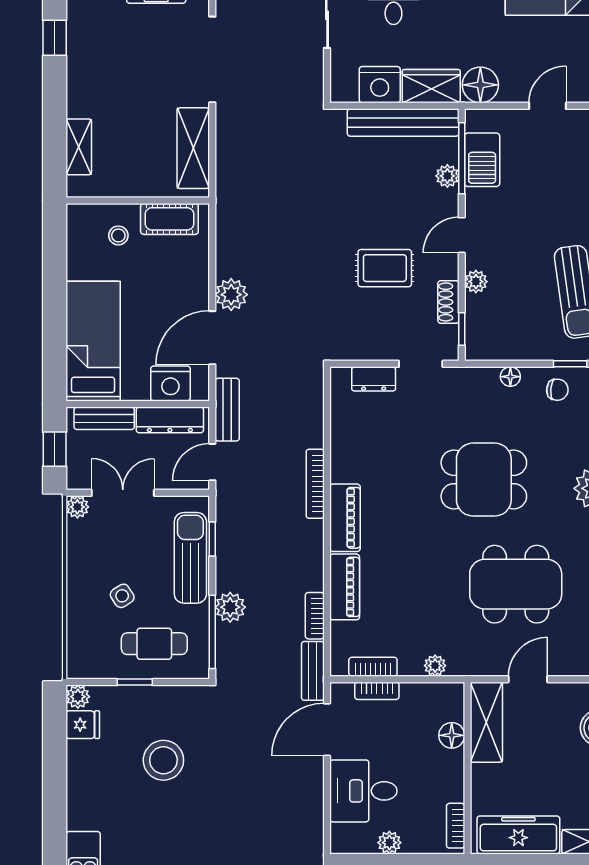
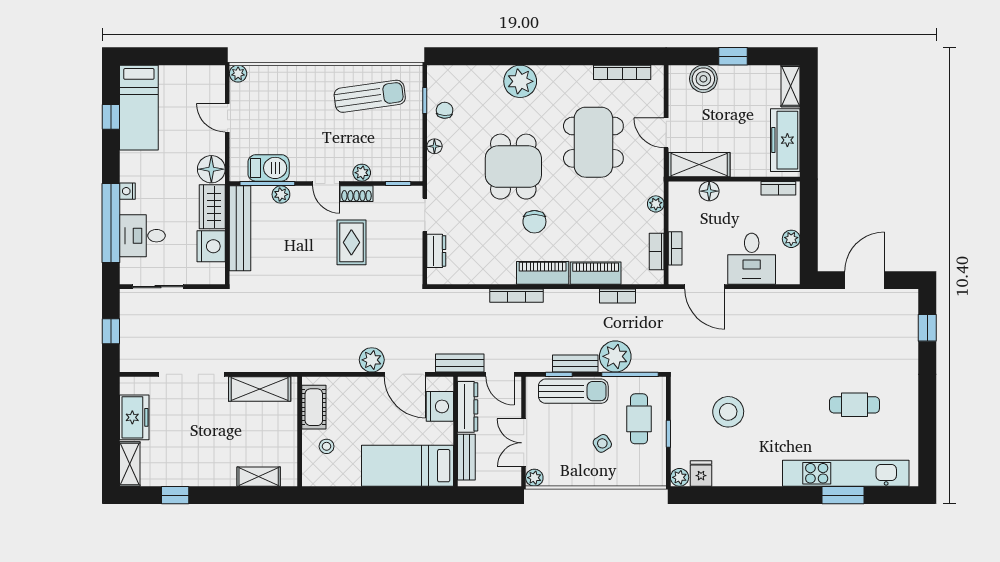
shoe rack: (448, 302) -> (356, 194), moved
window: (55, 449) -> (490, 495), removed
chair: (412, 507) -> (534, 222), added
sun lounger: (190, 558) -> (573, 391), turned 180
plant: (230, 607) -> (615, 356), width x1.36, depth x1.36
bench: (313, 671) -> (575, 364), moved

